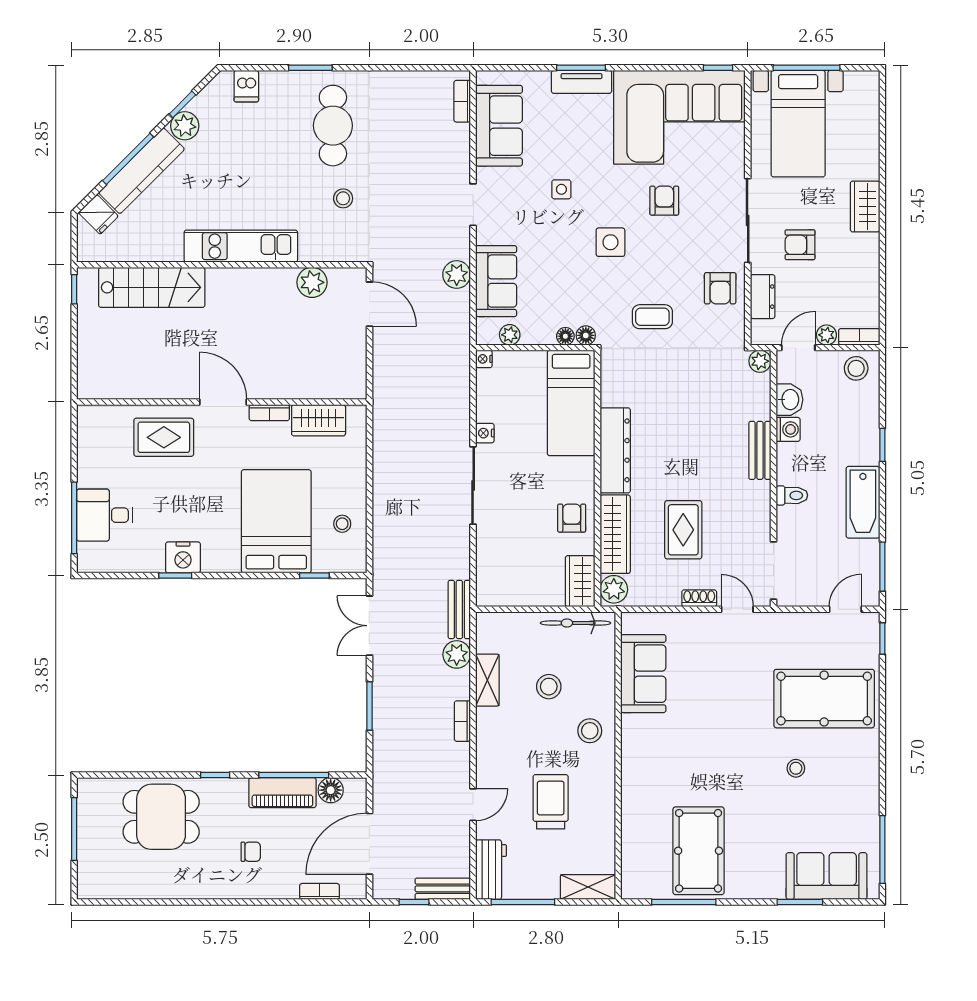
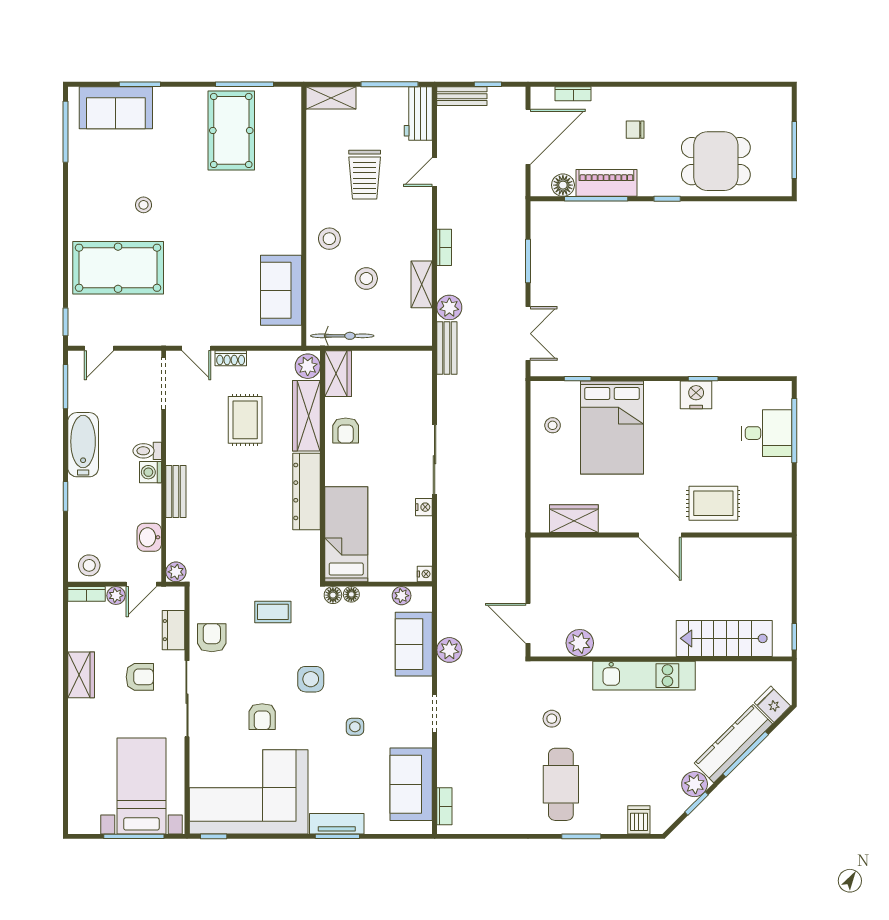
wardrobe: (865, 206) -> (81, 675), moved
bookcase: (269, 413) -> (618, 525), removed
washing machine: (788, 429) -> (151, 472), moved

